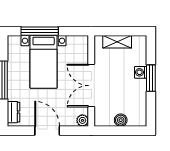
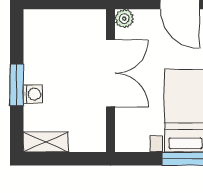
shelving: (117, 42) -> (46, 142), moved
boiler: (121, 120) -> (64, 19), removed

